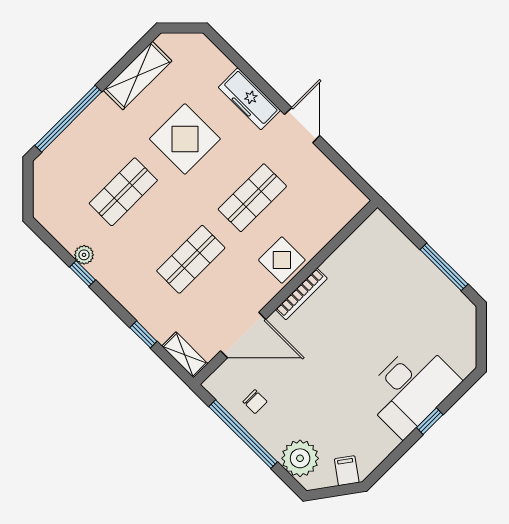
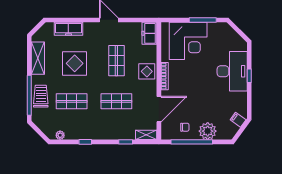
freezer: (249, 99) -> (68, 29), moved
trolley: (85, 137) -> (41, 96), added
shop shelf: (123, 192) -> (72, 101), turned 90
freezer: (343, 206) -> (149, 33), added
plant: (84, 255) -> (60, 135), moved
shop shelf: (191, 259) -> (116, 101), turned 90
corner desk: (390, 276) -> (188, 41), added
plant: (300, 458) -> (208, 131), moved

